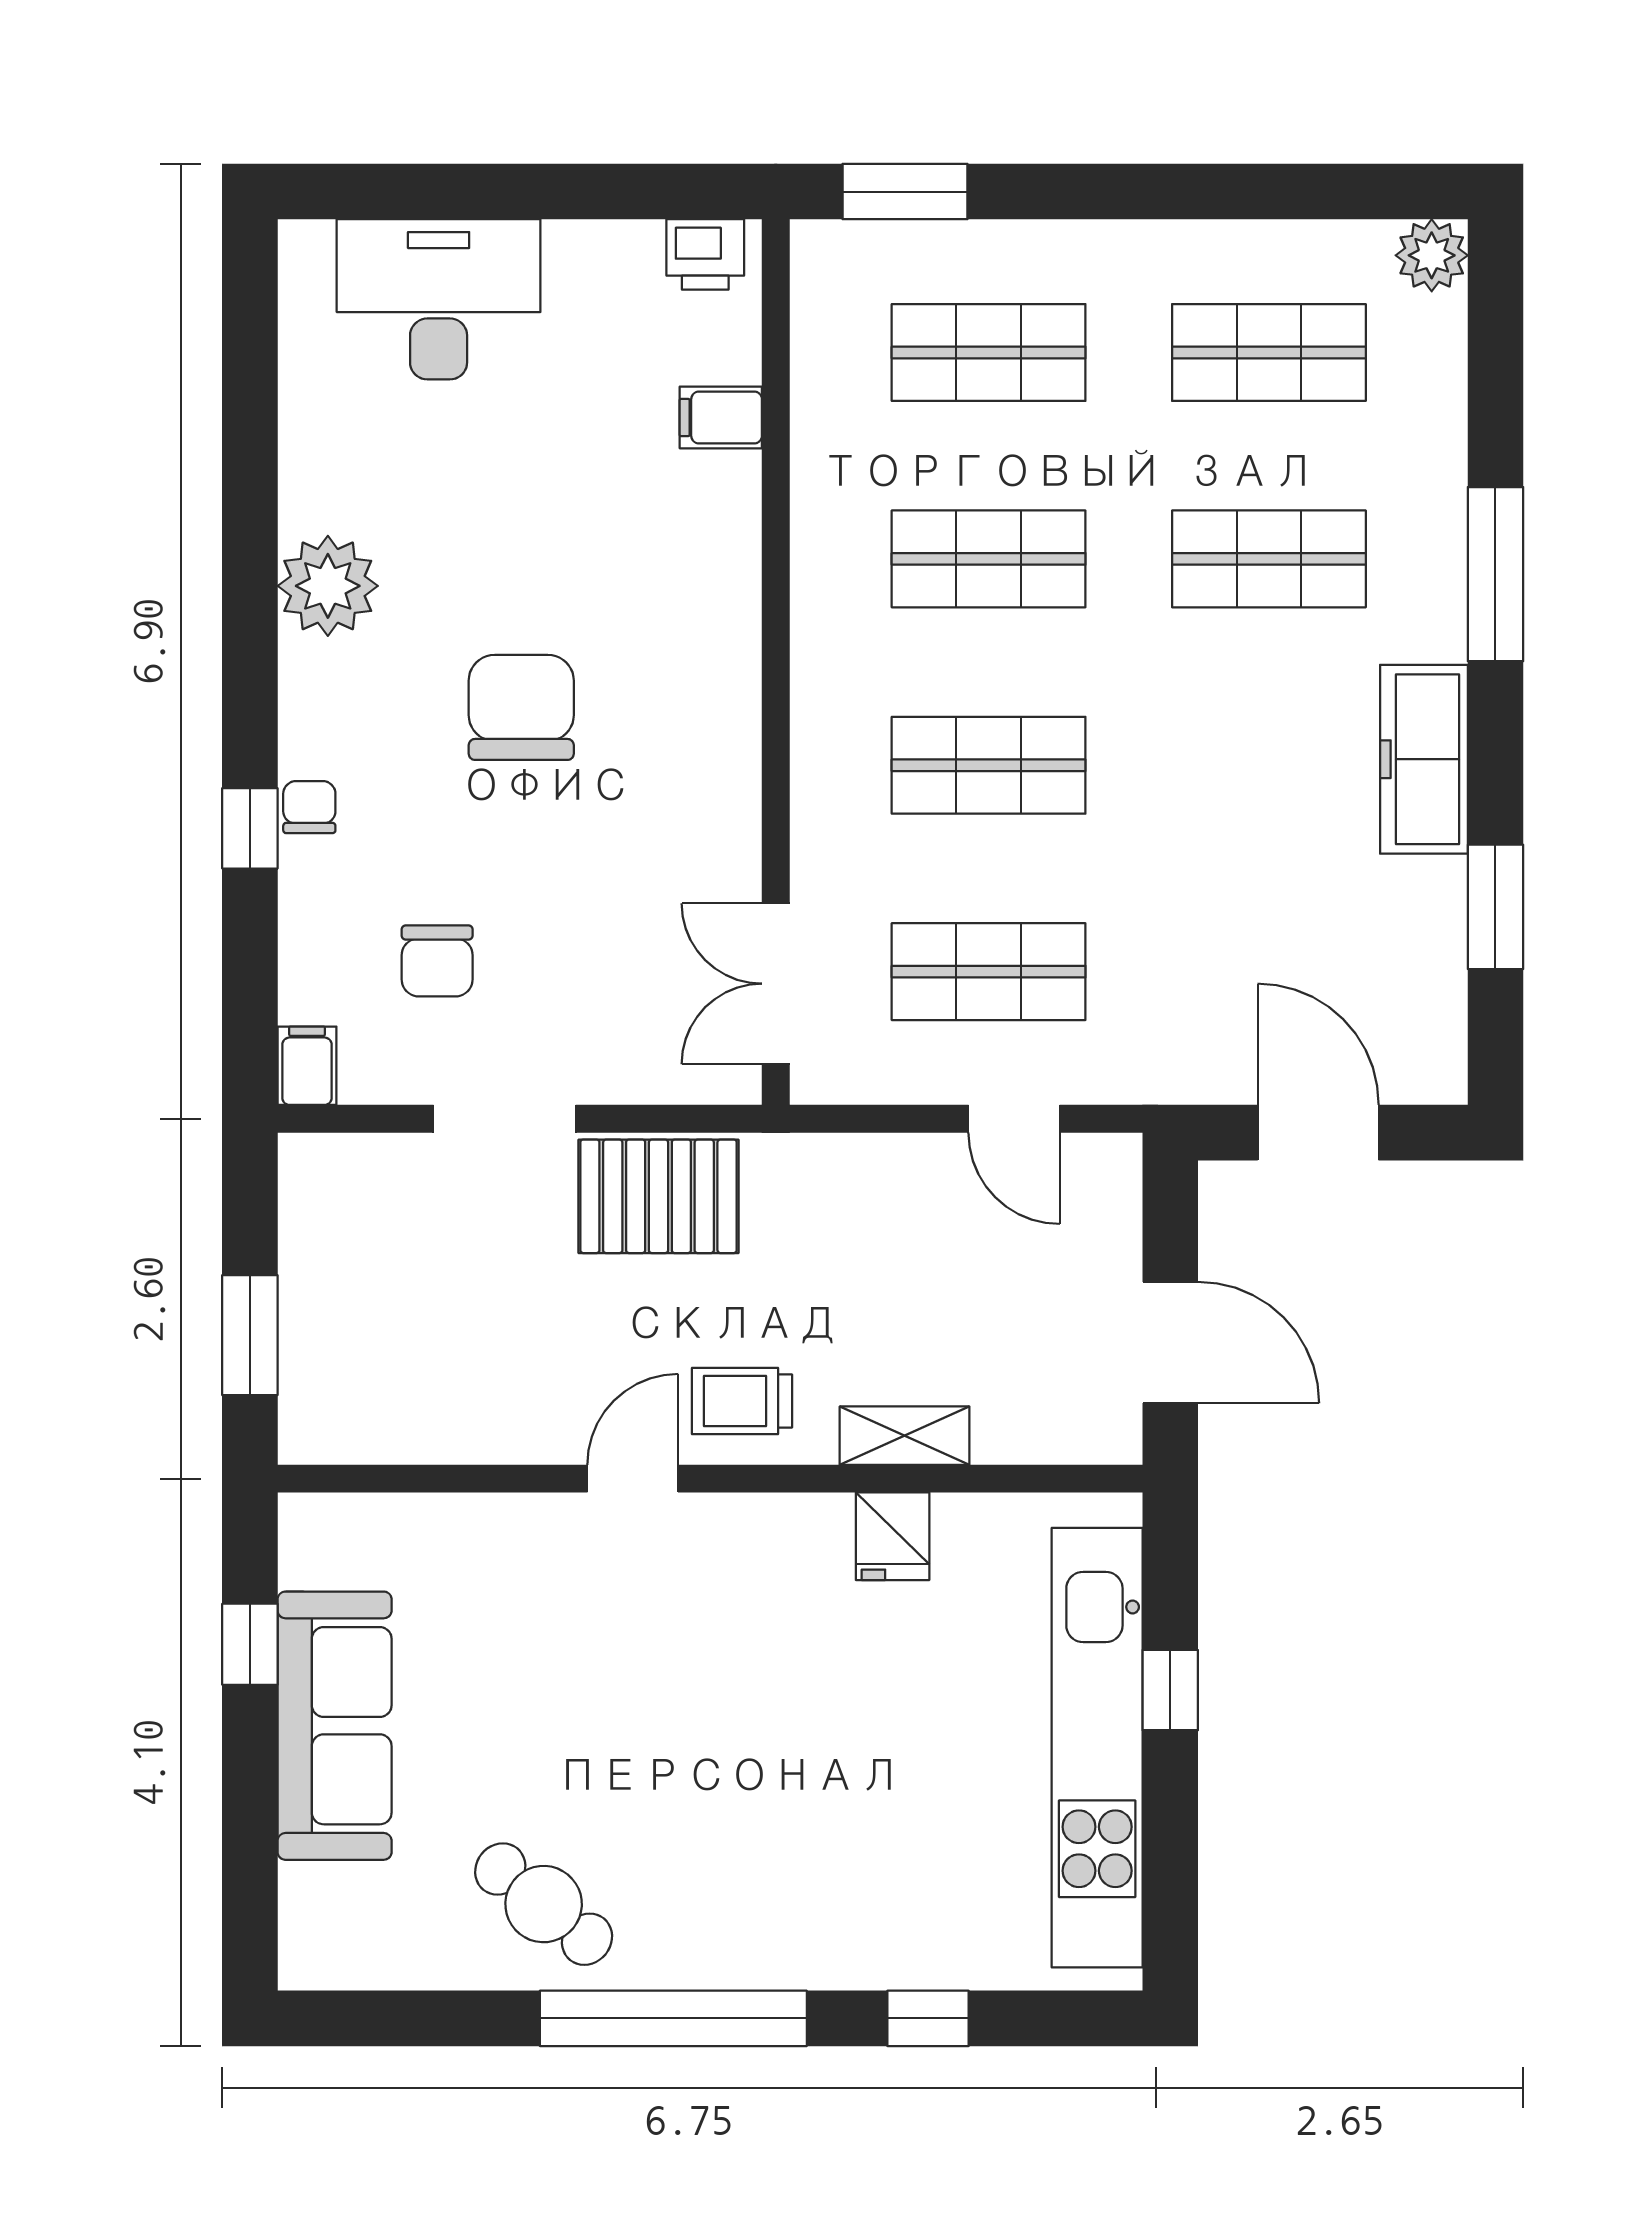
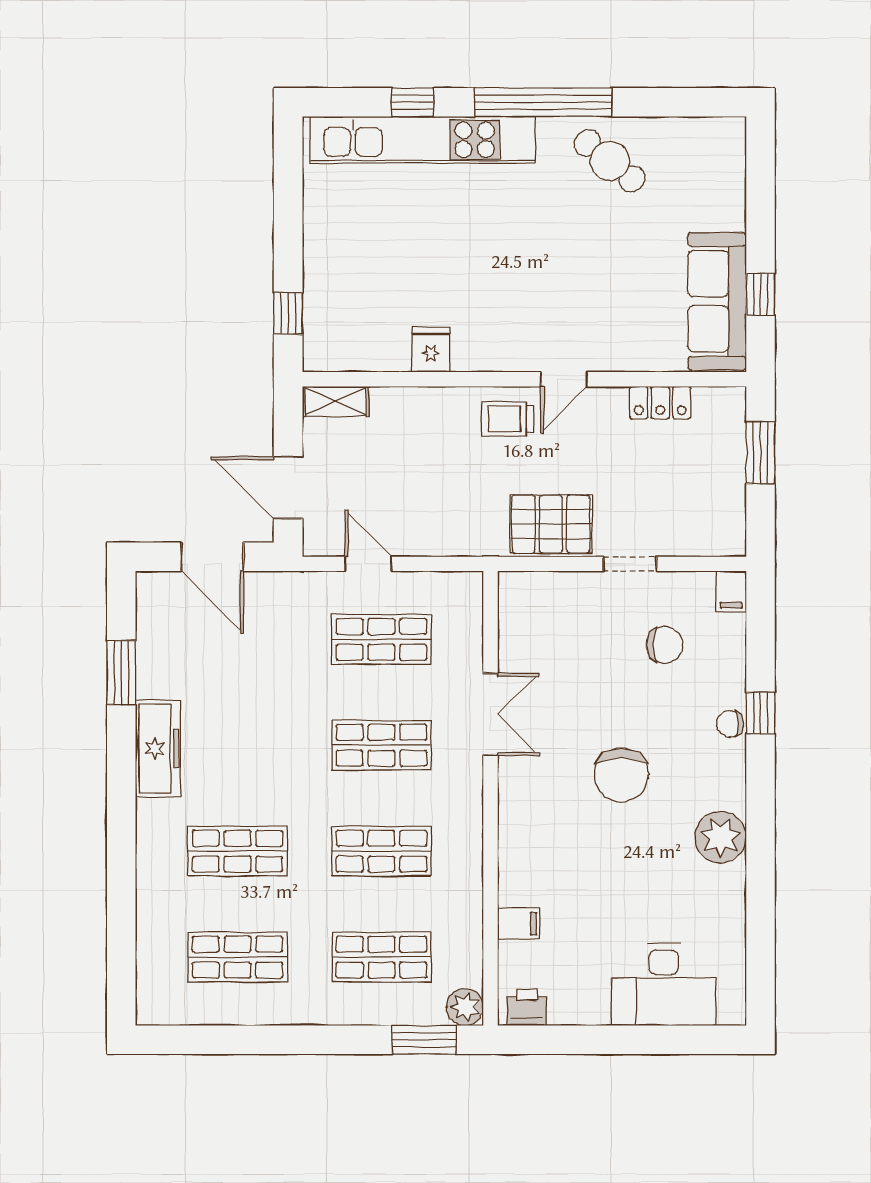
plant: (1432, 255) -> (465, 1007), moved
window: (1495, 574) -> (121, 843), removed
chair: (309, 807) -> (730, 724), turned 90
chair: (437, 961) -> (664, 645), turned 90
double door: (776, 984) -> (491, 714), moved
doorway: (505, 1119) -> (630, 564), width x0.73
door: (1170, 1342) -> (288, 488), moved
trolley: (742, 1401) -> (508, 419), turned 180
locker: (445, 1433) -> (660, 403), added
shelving: (905, 1436) -> (336, 401), moved
window: (1170, 1690) -> (288, 313), moved
sofa: (335, 1726) -> (717, 301), moved
kitchen unit: (1097, 1748) -> (423, 140), moved, turned 90

